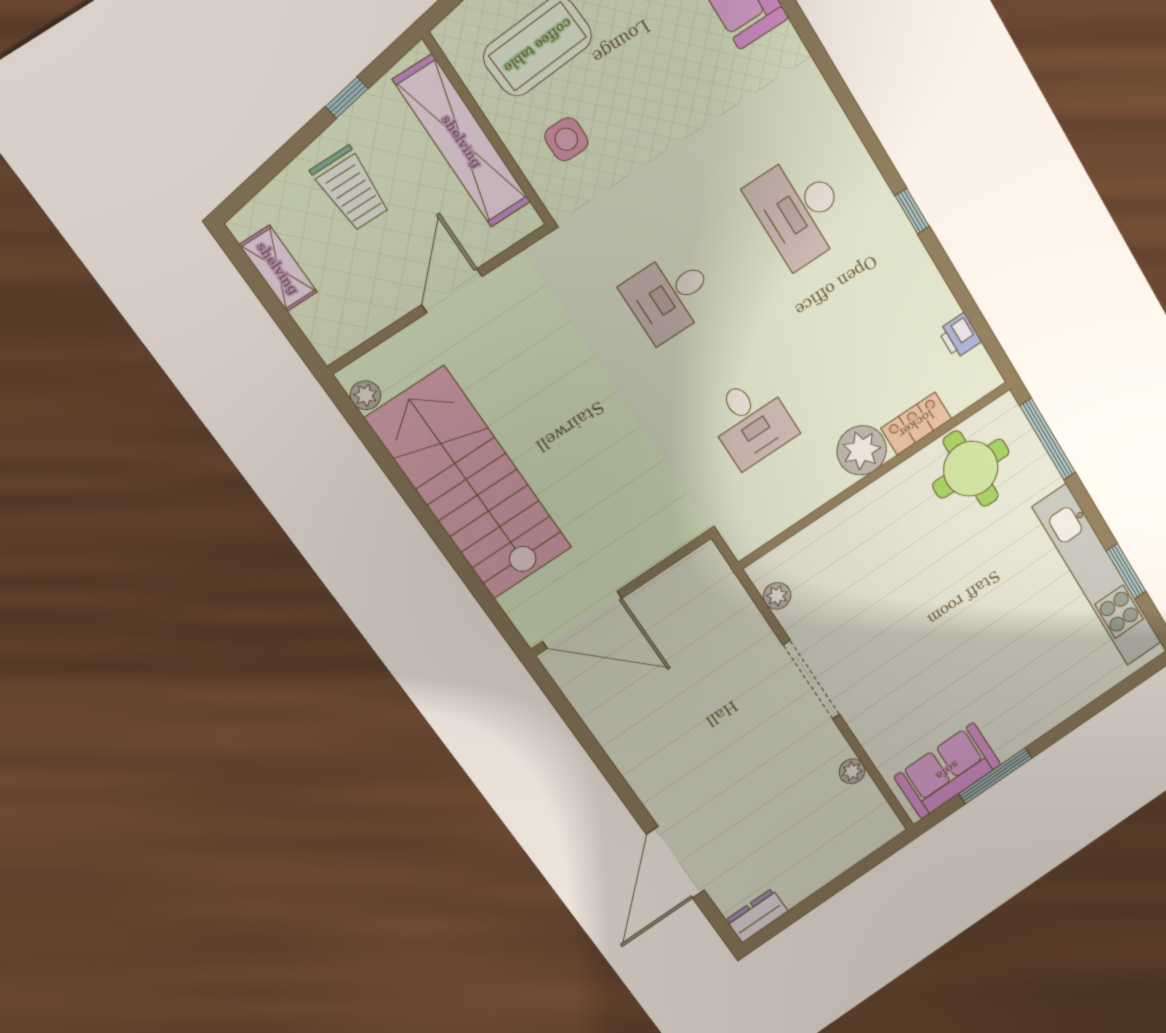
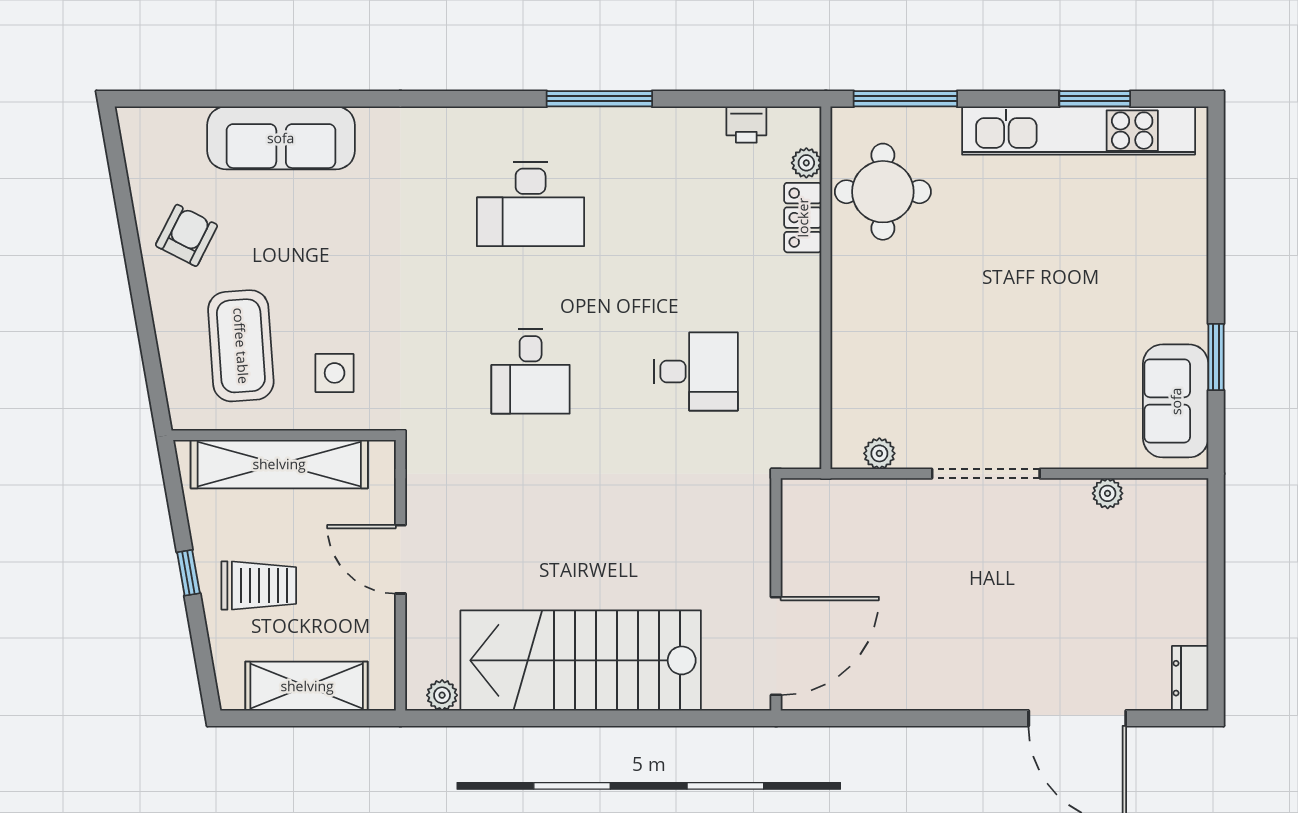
window: (347, 98) -> (188, 573), moved
window: (912, 211) -> (599, 99), width x2.17
shelving: (278, 268) -> (307, 686), width x1.50, depth x1.33
plant: (862, 450) -> (806, 163), moved, width x0.53, depth x0.53
window: (995, 776) -> (1216, 357), width x0.69

